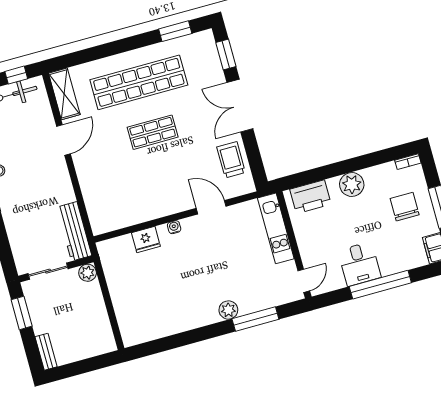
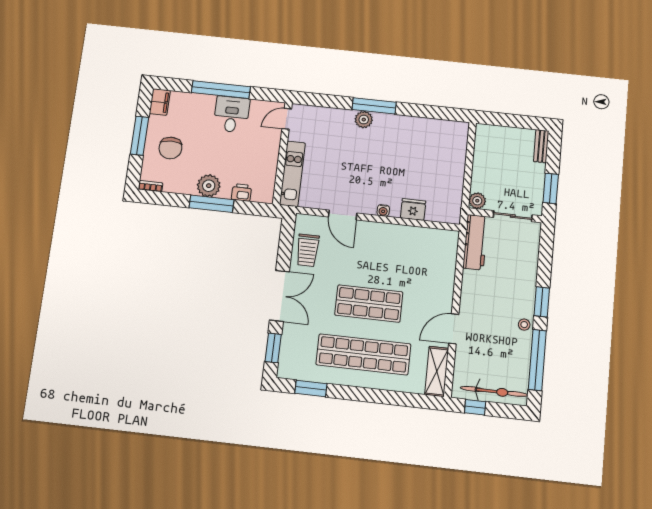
shop shelf: (153, 132) -> (369, 304), width x1.43, depth x1.36
window: (342, 168) -> (211, 204), added
printer: (310, 197) -> (241, 192), width x0.53, depth x0.68
window: (255, 319) -> (374, 106), moved

